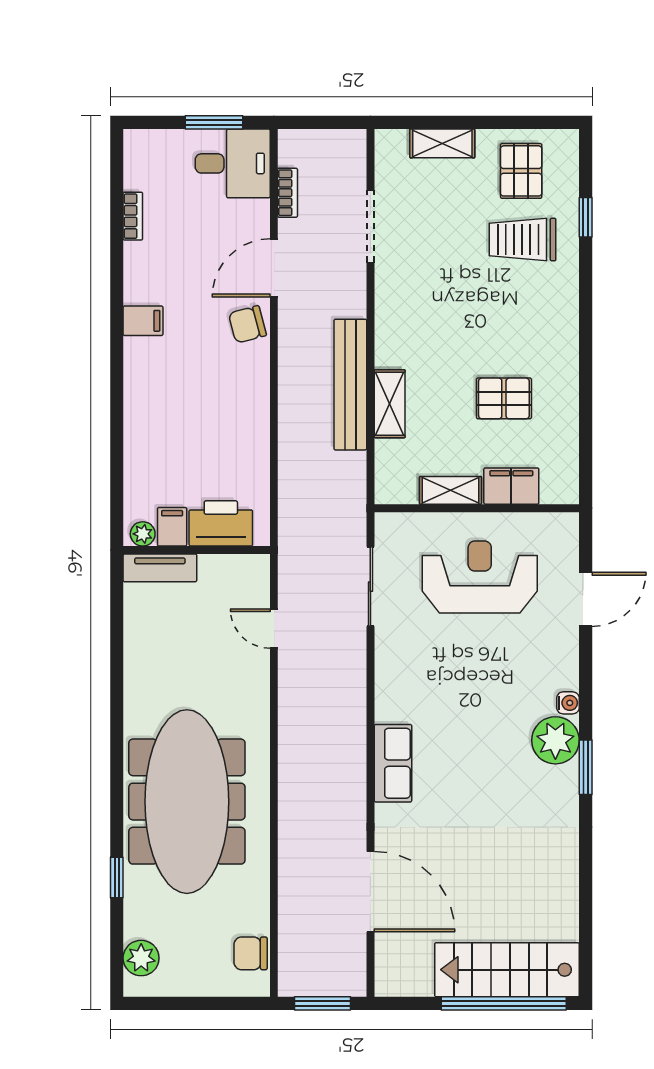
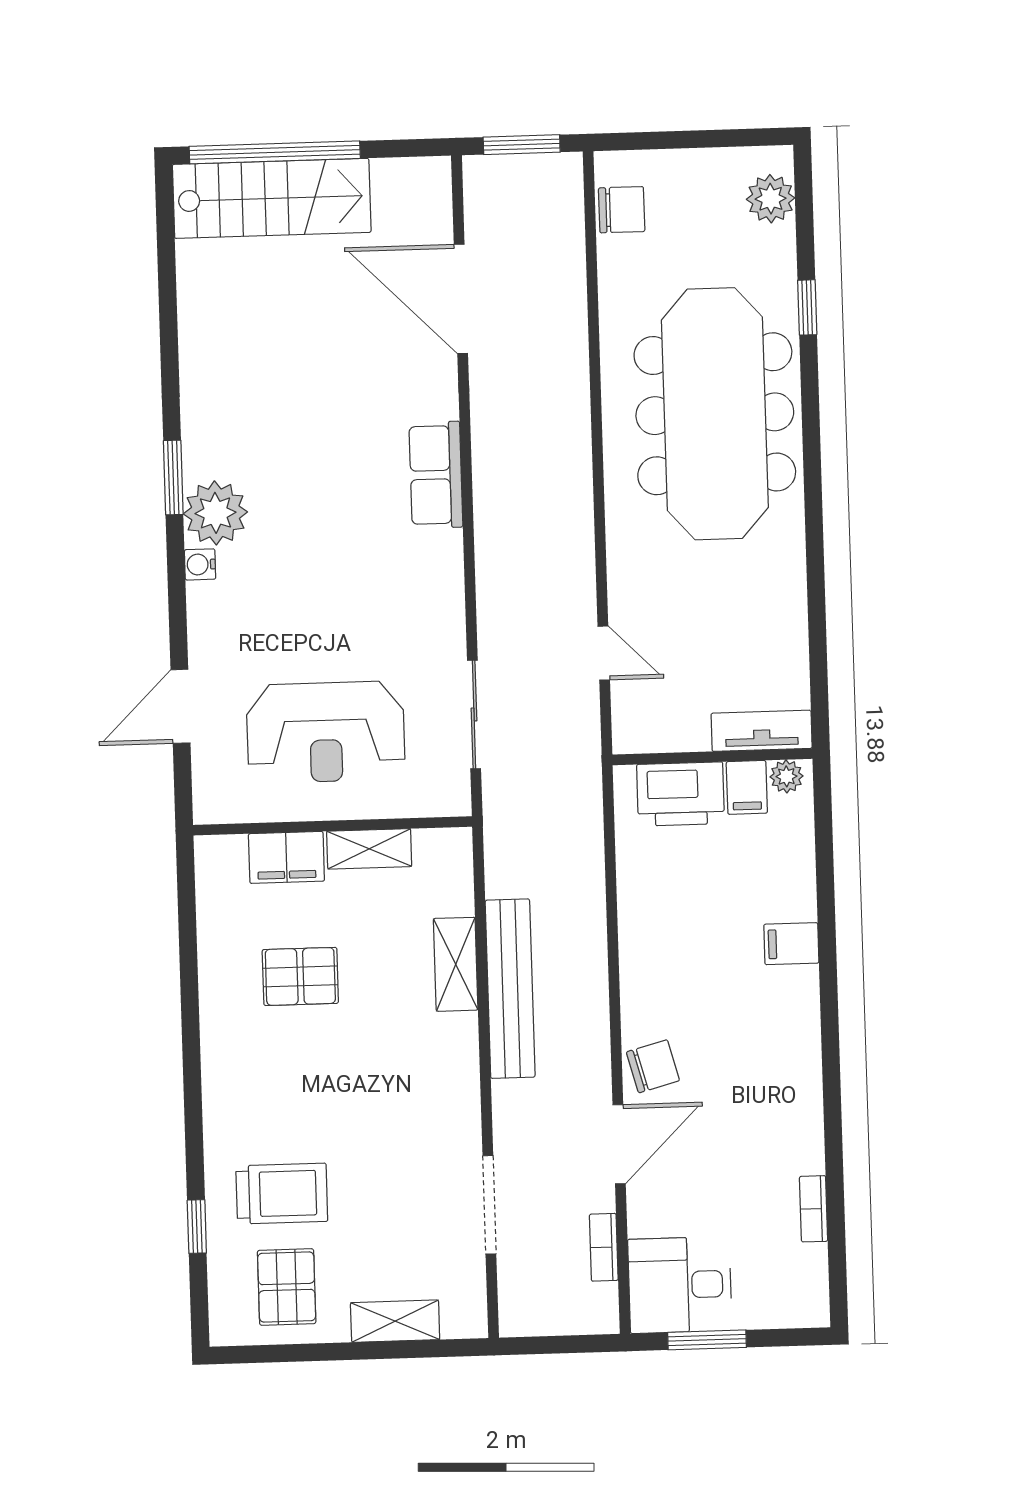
filing cabinet: (143, 321) -> (791, 944), moved

